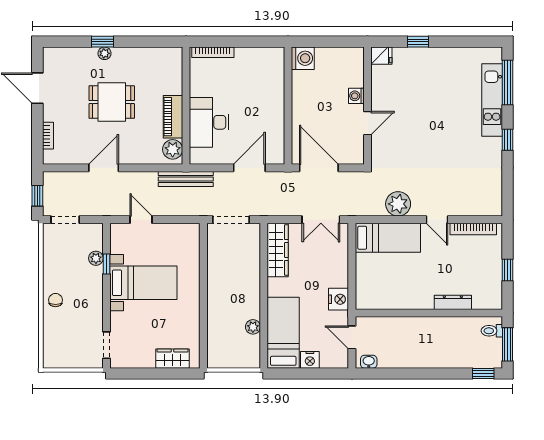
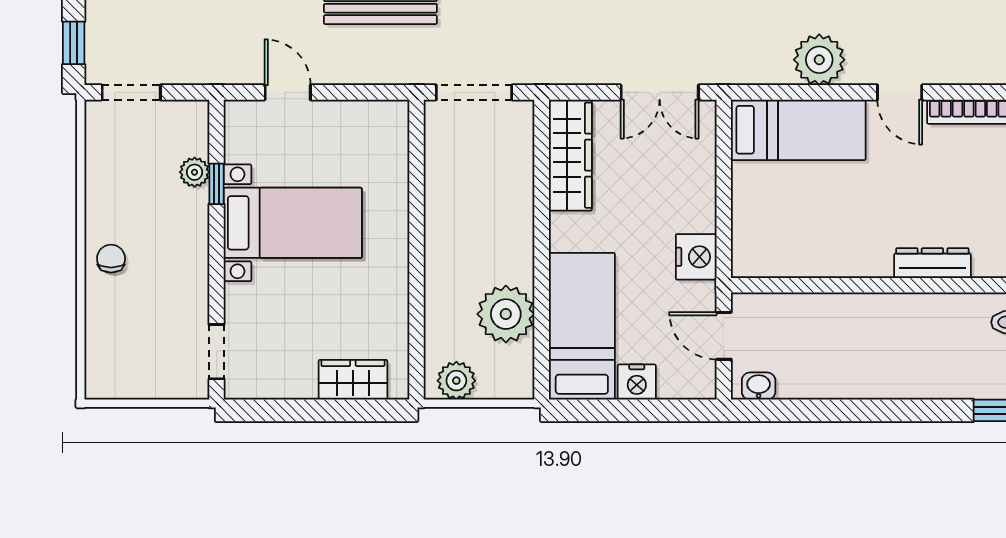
plant: (253, 327) -> (506, 314), width x1.88, depth x1.88
plant: (223, 359) -> (456, 381), added

